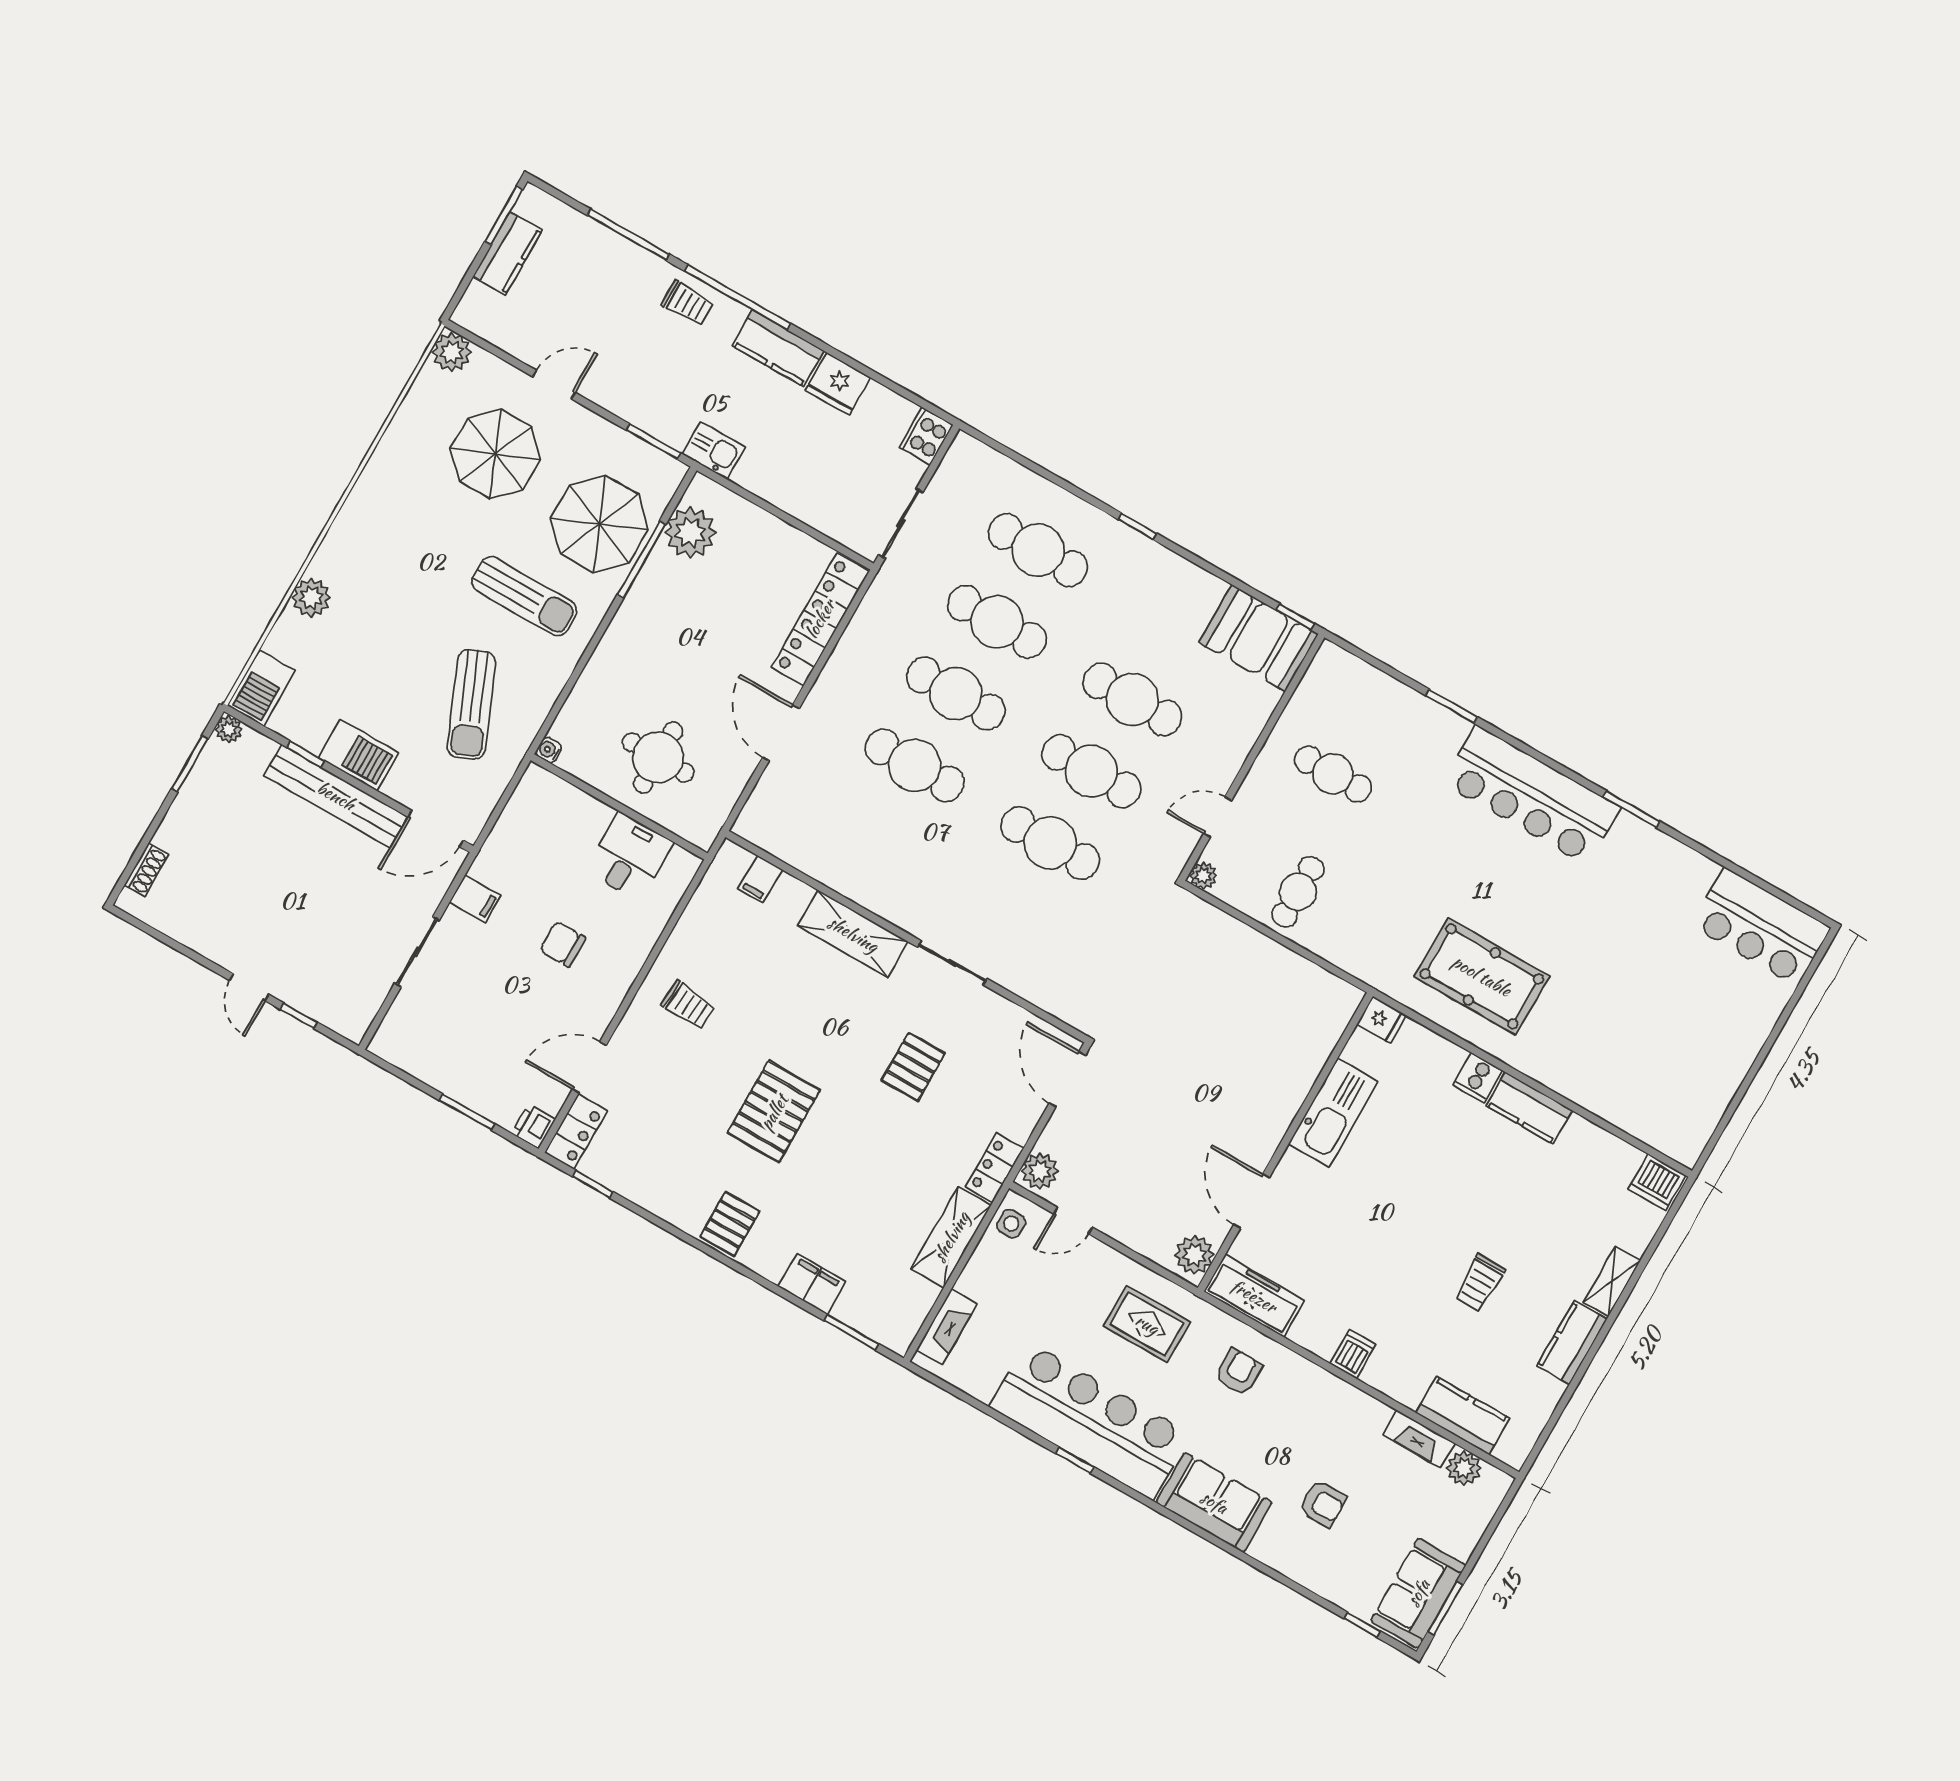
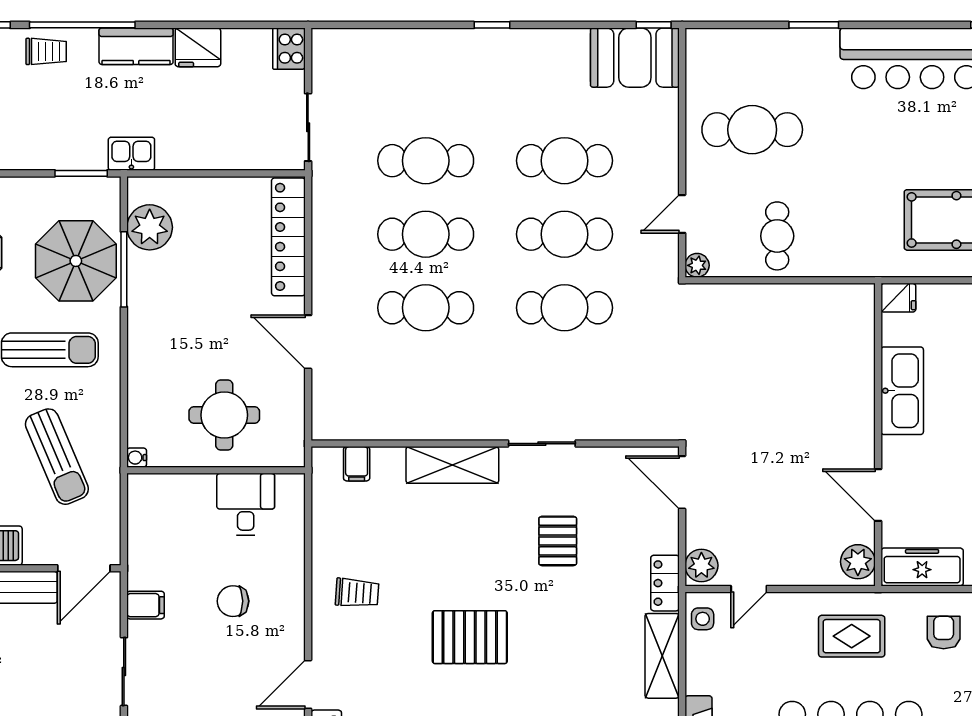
cafe table: (1038, 550) -> (426, 87), removed
cafe table: (1333, 774) -> (752, 130), width x1.37, depth x1.35
pallet: (774, 1112) -> (470, 637), turned 90

